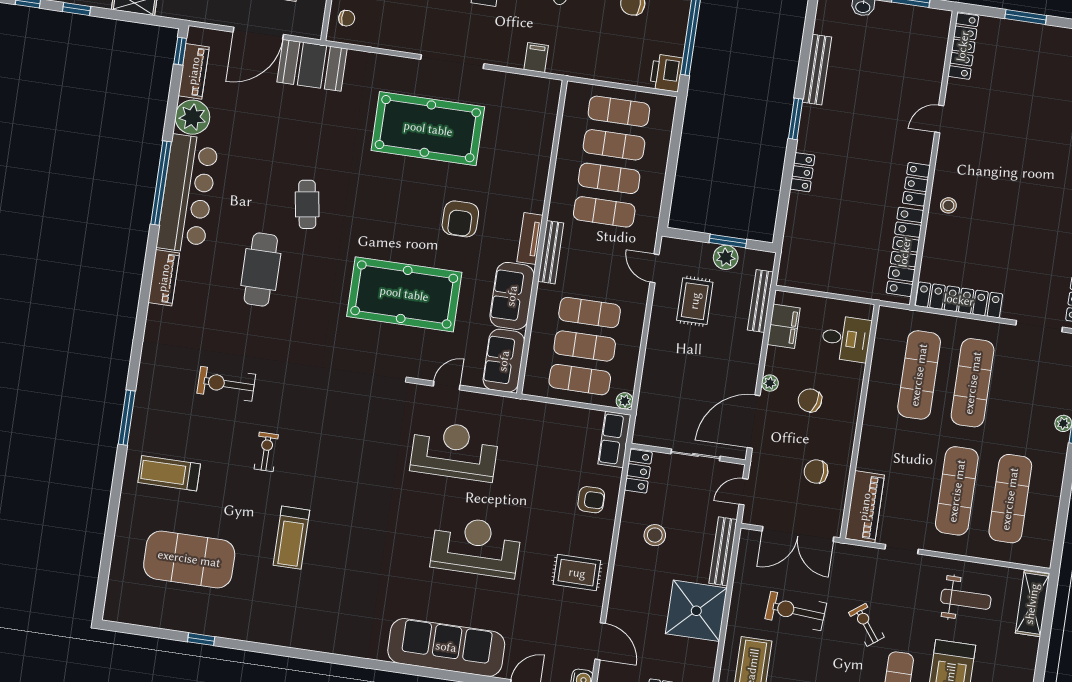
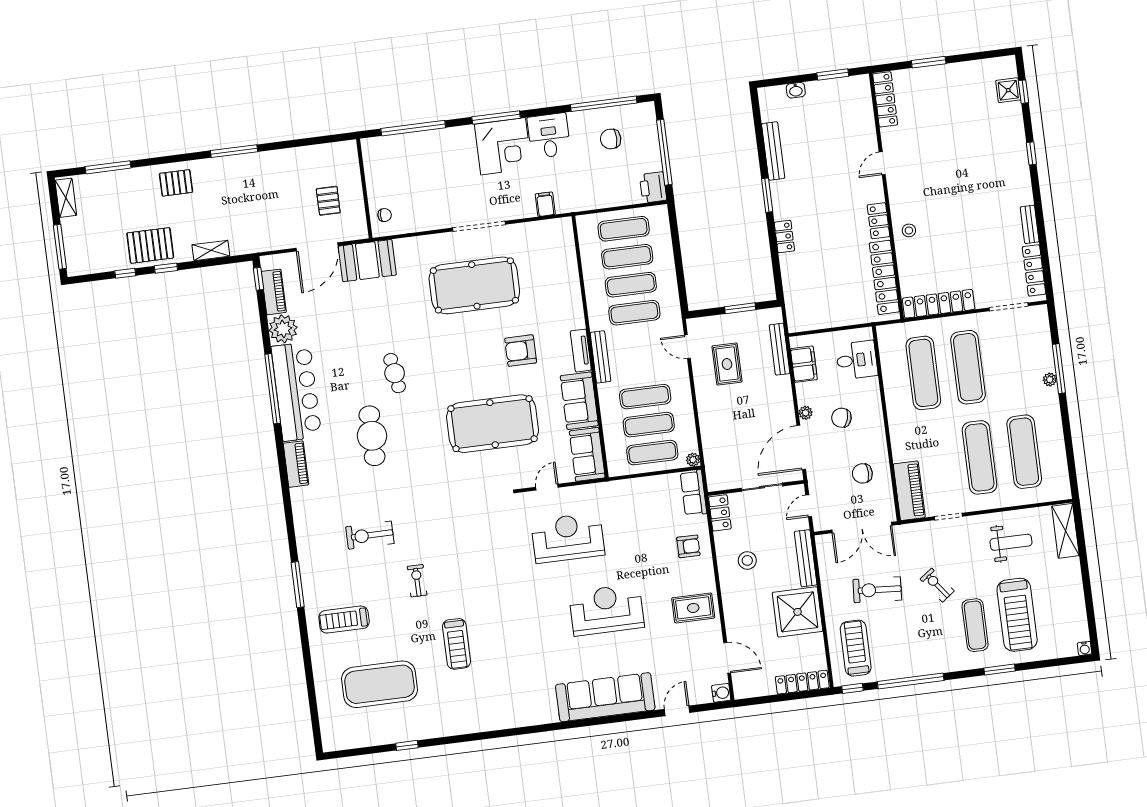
armchair: (460, 219) -> (521, 351), turned 90
plant: (726, 257) -> (742, 322), removed

